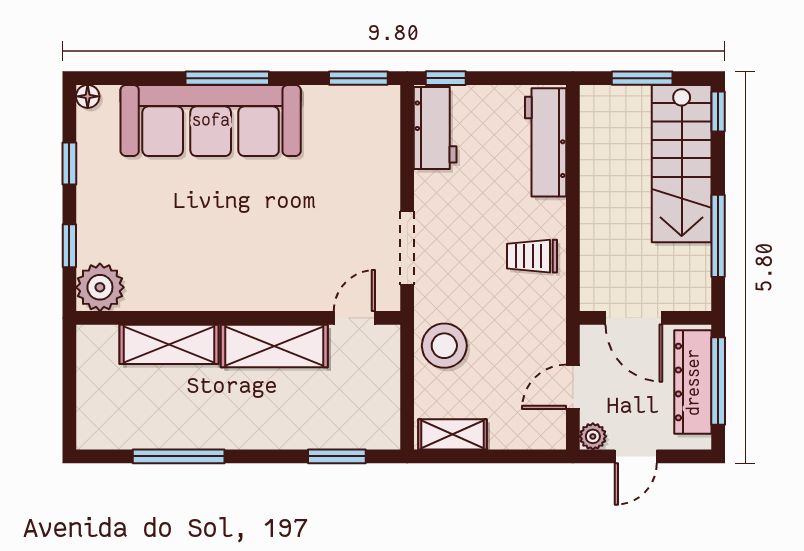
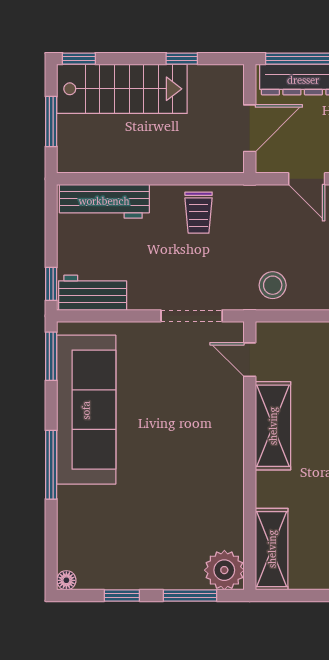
sofa: (211, 120) -> (86, 410), moved
window: (718, 236) -> (182, 59), width x0.46
window: (69, 246) -> (190, 595), width x1.50
shelving: (169, 344) -> (272, 549), moved
stool: (444, 346) -> (273, 285), width x0.73, depth x0.73

